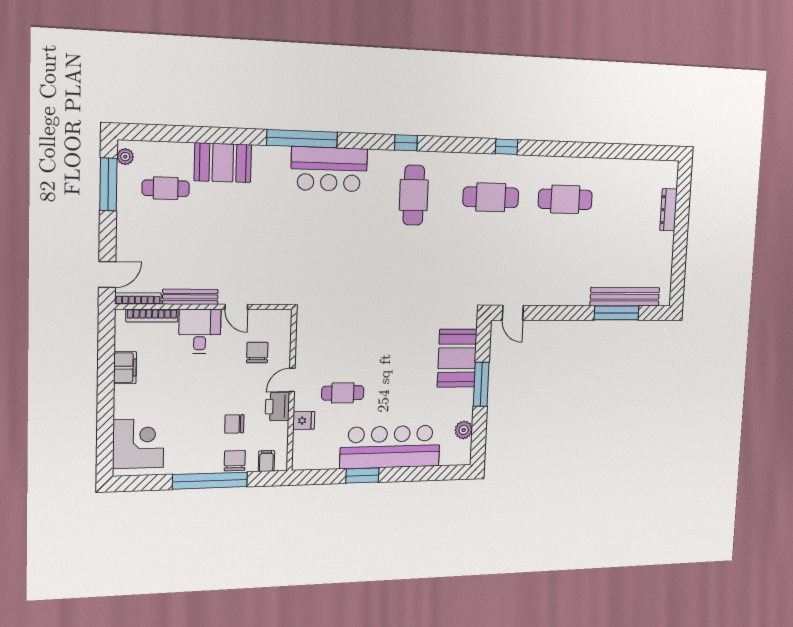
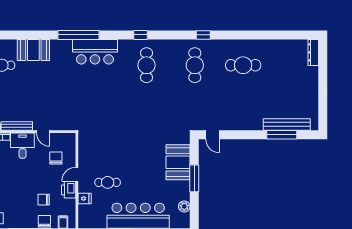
cafe table: (491, 197) -> (195, 65), turned 90
dresser: (669, 210) -> (313, 52), moved

